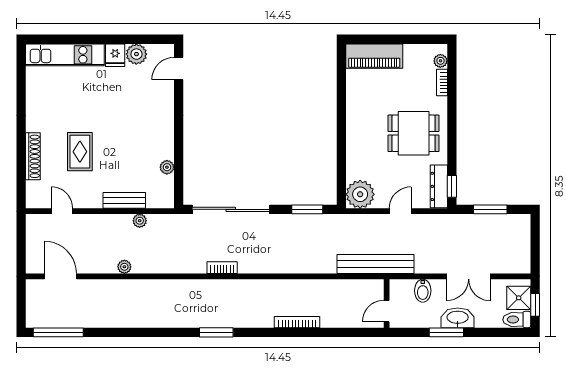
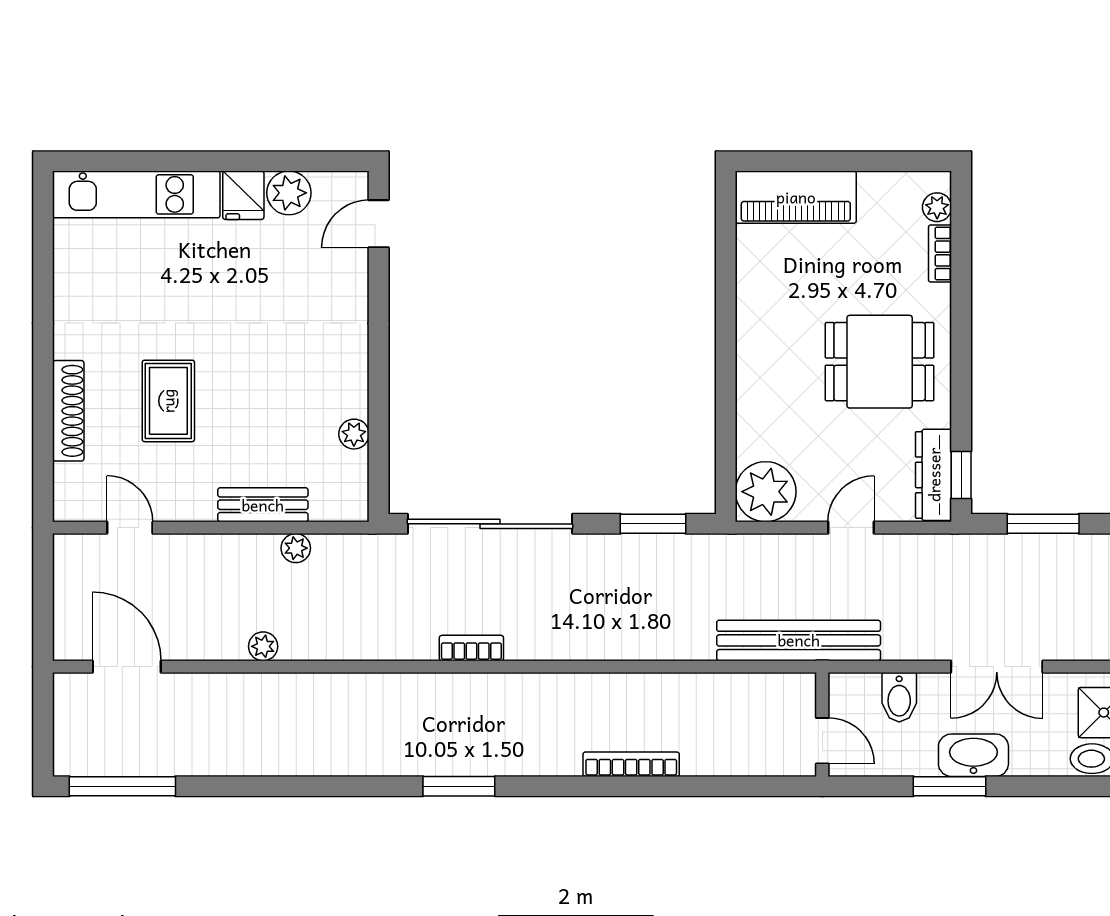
door: (387, 311) -> (822, 741), swing flipped

